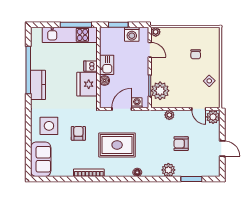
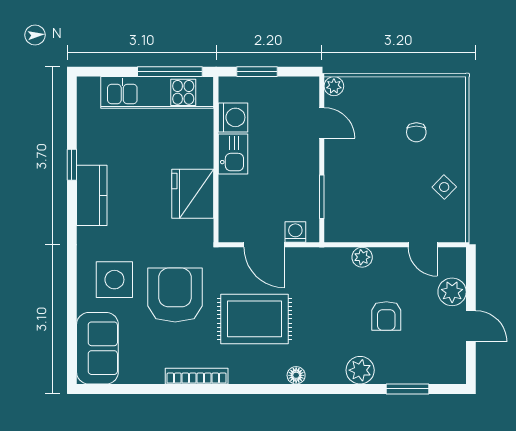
washing machine: (132, 34) -> (233, 117), moved, turned -90
dishwasher: (90, 66) -> (200, 157), removed
window: (28, 70) -> (72, 165), width x0.32
boiler: (104, 80) -> (229, 186), removed
plant: (160, 91) -> (343, 207), removed
door: (122, 109) -> (264, 245), swing flipped
plant: (213, 117) -> (452, 292), moved
armchair: (78, 133) -> (175, 295), width x1.88, depth x1.88
armchair: (181, 144) -> (386, 316), turned -90

